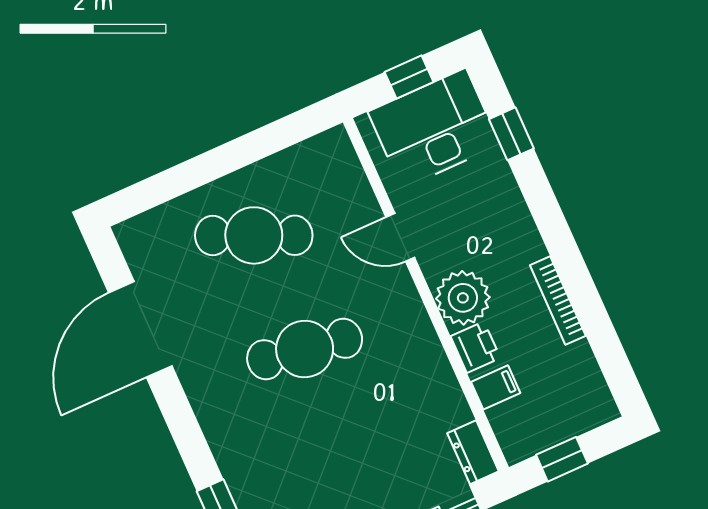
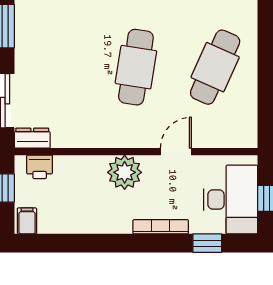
bookcase: (558, 301) -> (161, 227), moved
printer: (475, 347) -> (40, 167), moved
filing cabinet: (496, 387) -> (27, 221), moved, turned 180

